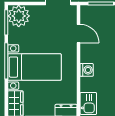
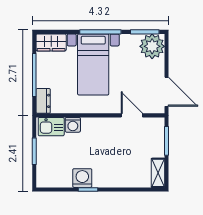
door: (79, 34) -> (132, 115), swing flipped
washing machine: (87, 70) -> (73, 125), moved

